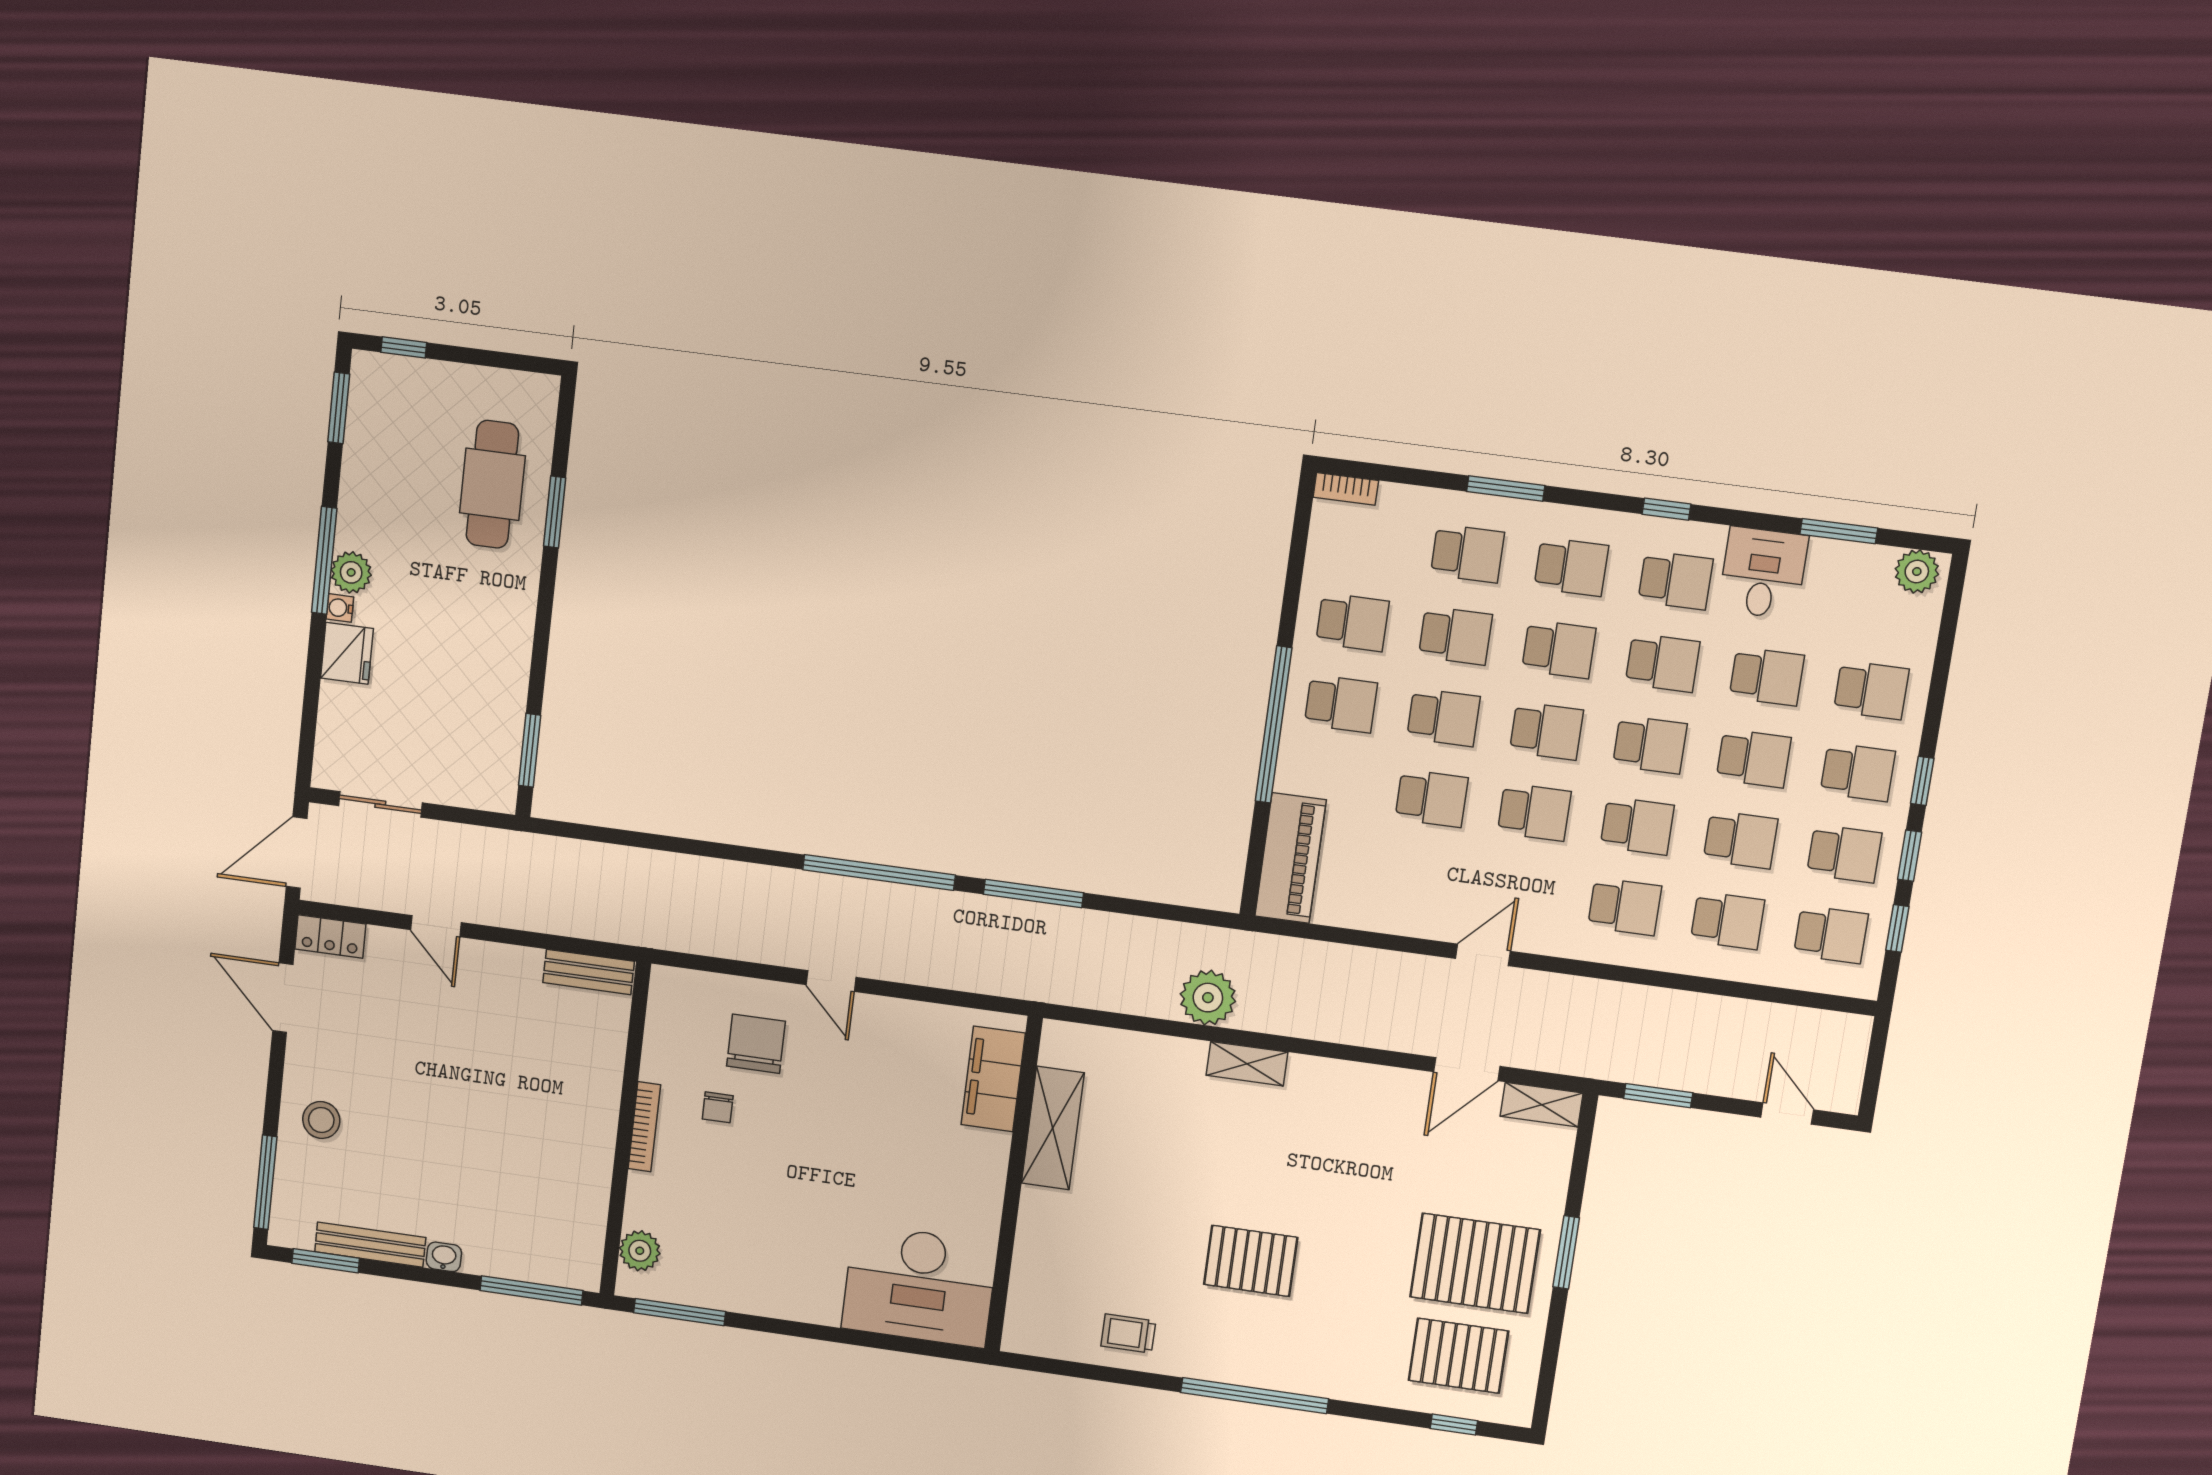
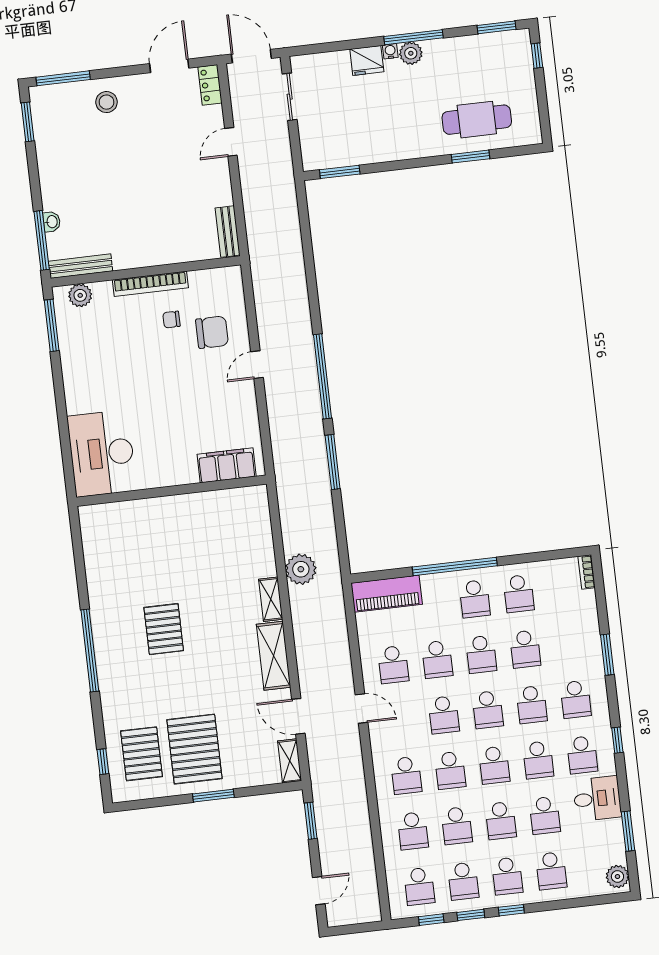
school desk: (1467, 553) -> (393, 665), moved
bookcase: (644, 1127) -> (150, 284), width x1.48, depth x1.31
shelving: (1053, 1128) -> (274, 656), moved, turned 90
bench: (370, 1245) -> (81, 266), moved, turned 90
washbasin: (444, 1257) -> (52, 222), moved
trolley: (1128, 1333) -> (106, 573), removed

